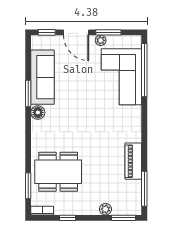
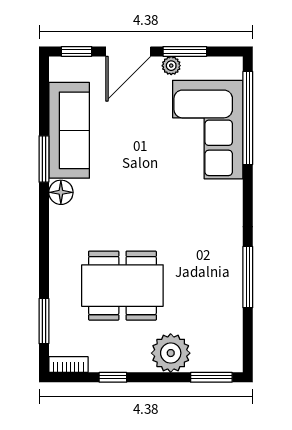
door: (76, 32) -> (128, 51), hinge flipped
piano: (133, 161) -> (229, 278), removed
dining table: (58, 172) -> (122, 286), moved
window: (144, 189) -> (248, 277), moved
plant: (106, 209) -> (171, 353), width x1.87, depth x1.87

